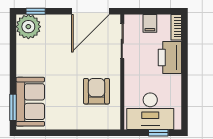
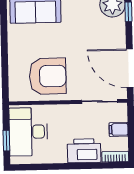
armchair: (96, 91) -> (48, 76), width x1.36, depth x1.36

